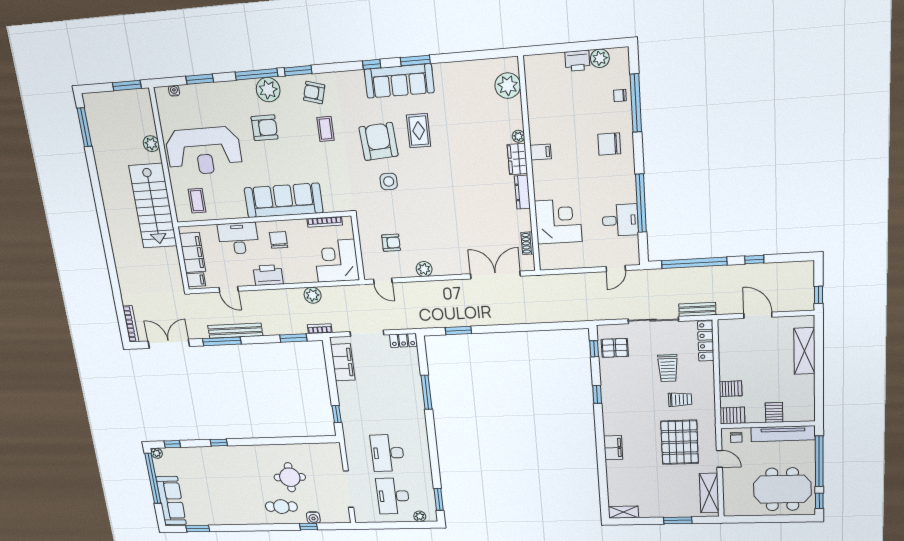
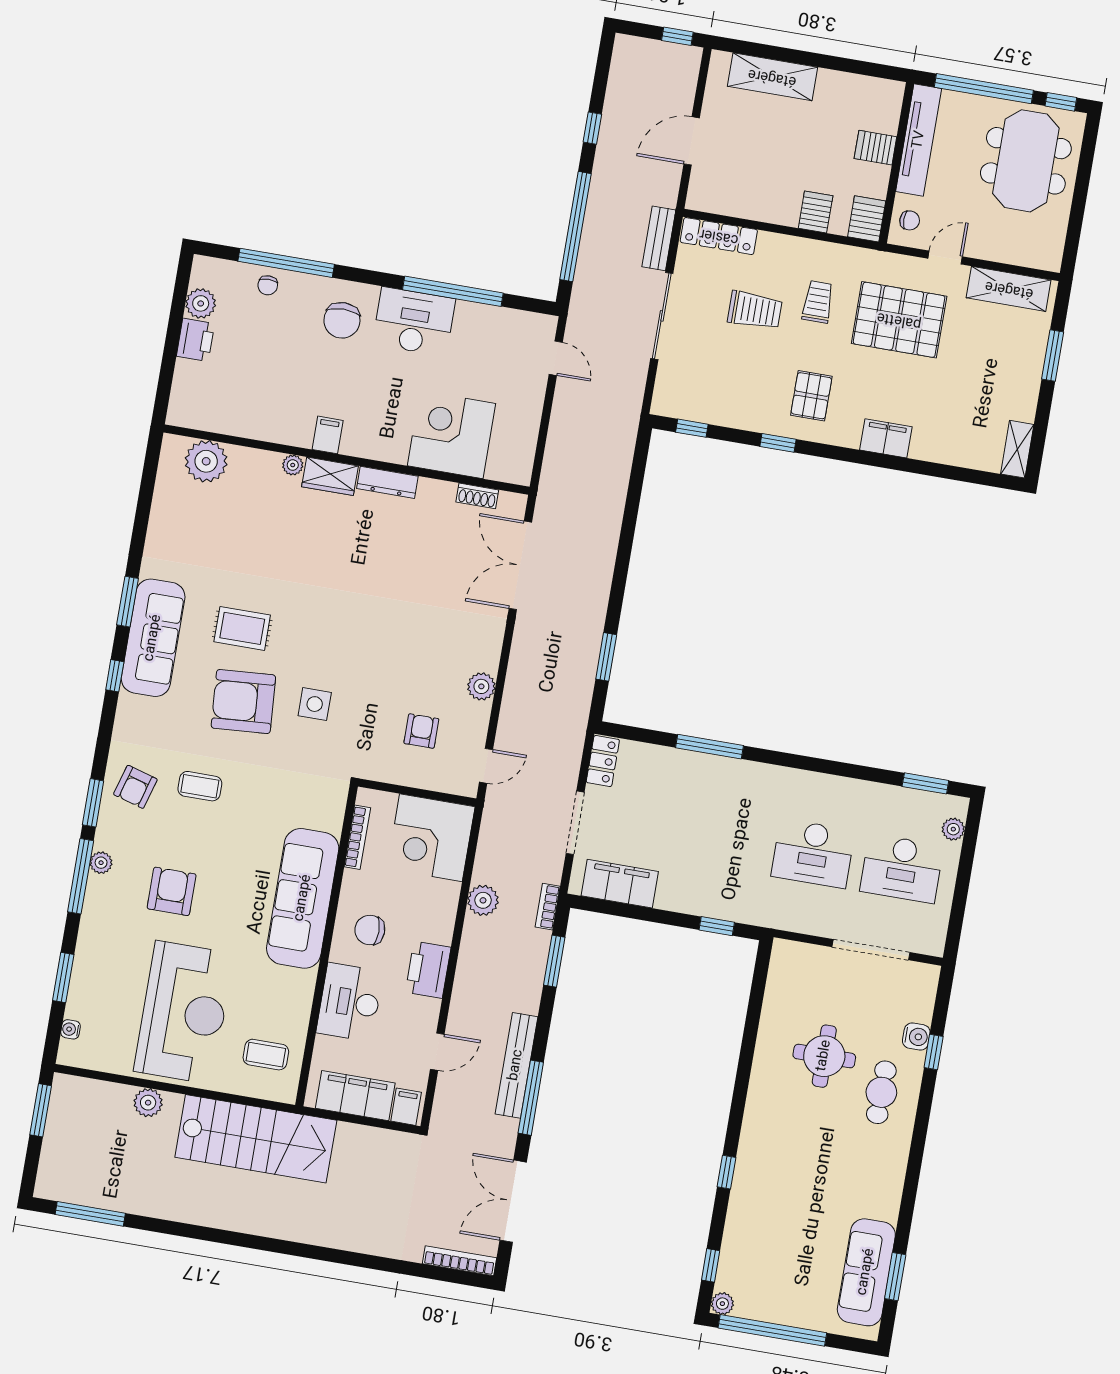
plant: (268, 90) -> (101, 863), width x0.53, depth x0.53
desk: (620, 220) -> (414, 322), moved, width x1.37
pallet: (615, 348) -> (811, 396), moved
sofa: (171, 501) -> (866, 1272), moved, turned -90

